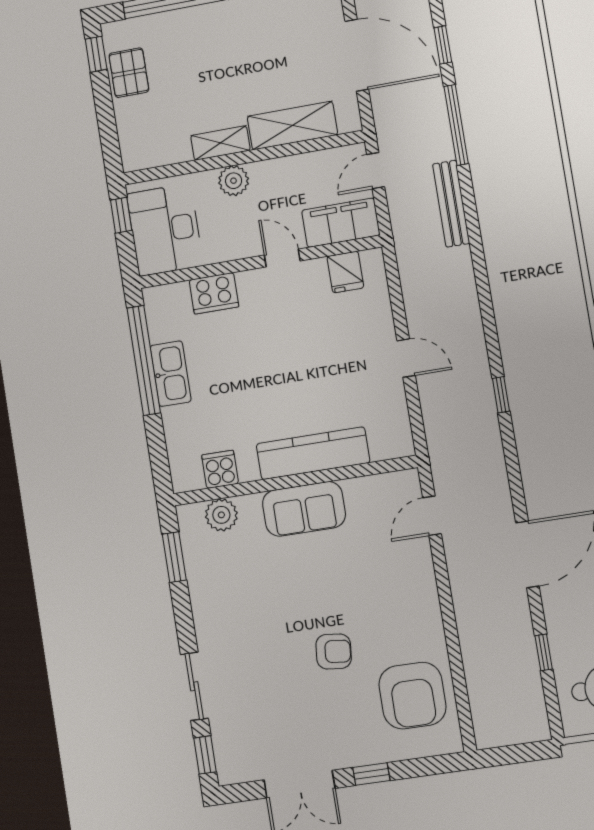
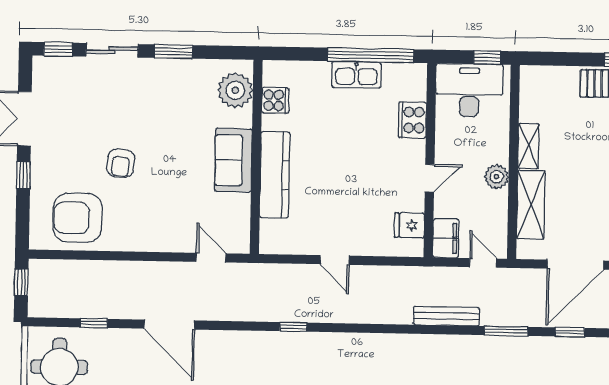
window: (456, 125) -> (506, 331), width x0.69
plant: (234, 181) -> (496, 177), moved
filing cabinet: (341, 223) -> (446, 238), width x0.67, depth x0.86
door: (406, 358) -> (335, 260), hinge flipped
plant: (221, 515) -> (235, 90), width x1.36, depth x1.36
window: (174, 557) -> (174, 51), moved
window: (508, 755) -> (21, 282), added

